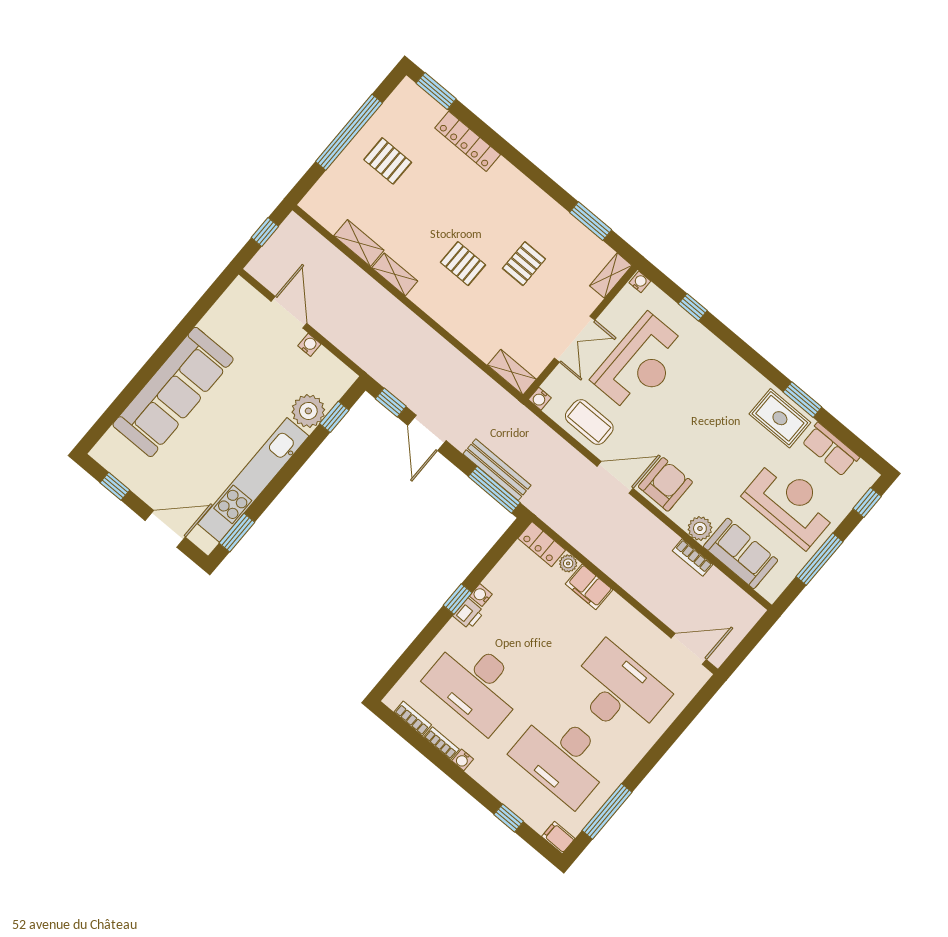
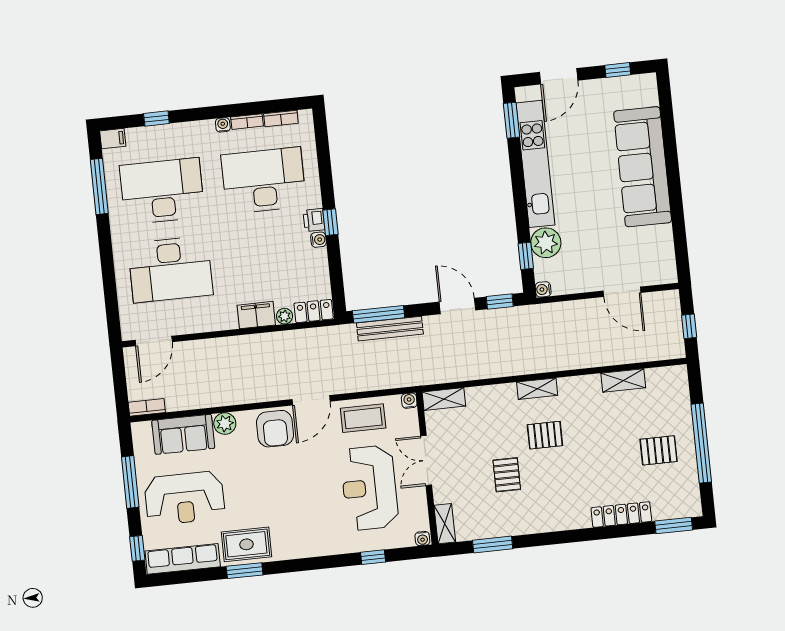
shelving: (395, 274) -> (537, 389), moved
water cooler: (309, 345) -> (543, 289), moved, turned 90
row of seats: (831, 450) -> (183, 559), width x1.48
bookcase: (693, 558) -> (147, 407), moved

